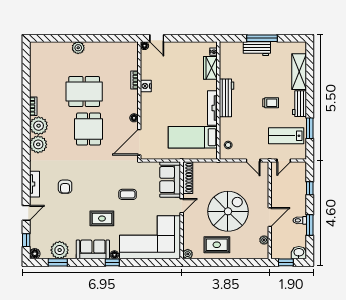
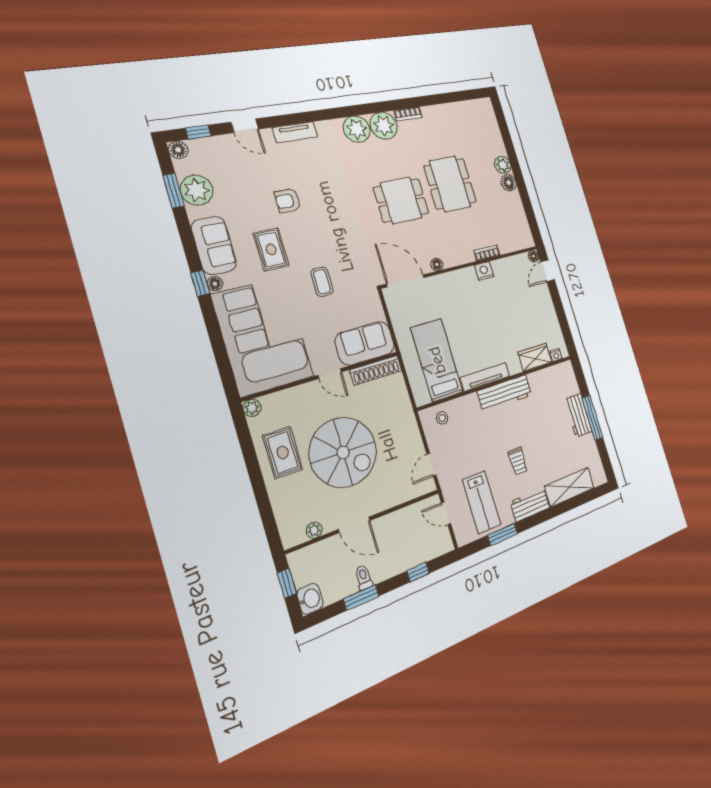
floor lamp: (91, 47) -> (509, 183), added
lab bench: (286, 136) -> (482, 502), turned 180
armchair: (65, 187) -> (288, 201), moved

